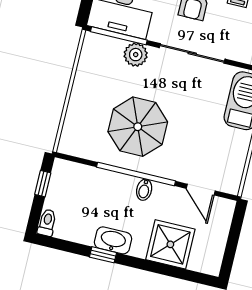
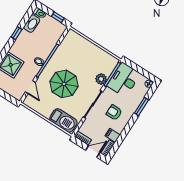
parasol: (138, 127) -> (64, 84), moved
door: (201, 190) -> (30, 87), swing flipped
washbasin: (113, 240) -> (32, 24), moved

